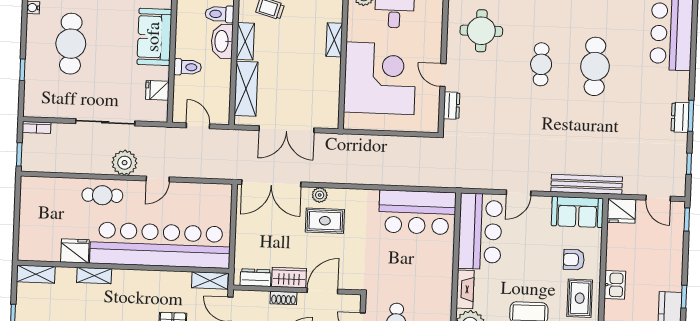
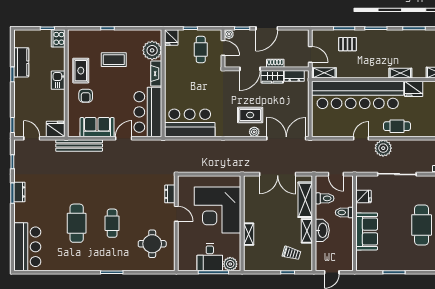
toilet: (220, 14) -> (325, 198), moved
double door: (286, 129) -> (278, 174), swing flipped
sofa: (577, 212) -> (97, 127), moved
armchair: (574, 260) -> (86, 96), turned 90

